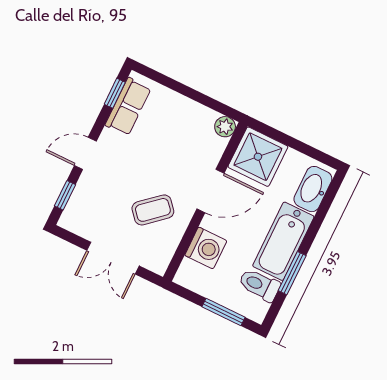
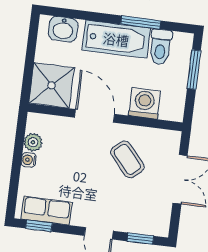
water cooler: (188, 106) -> (29, 160), added
plant: (225, 127) -> (33, 142), moved
washbasin: (313, 189) -> (63, 29), width x0.72

